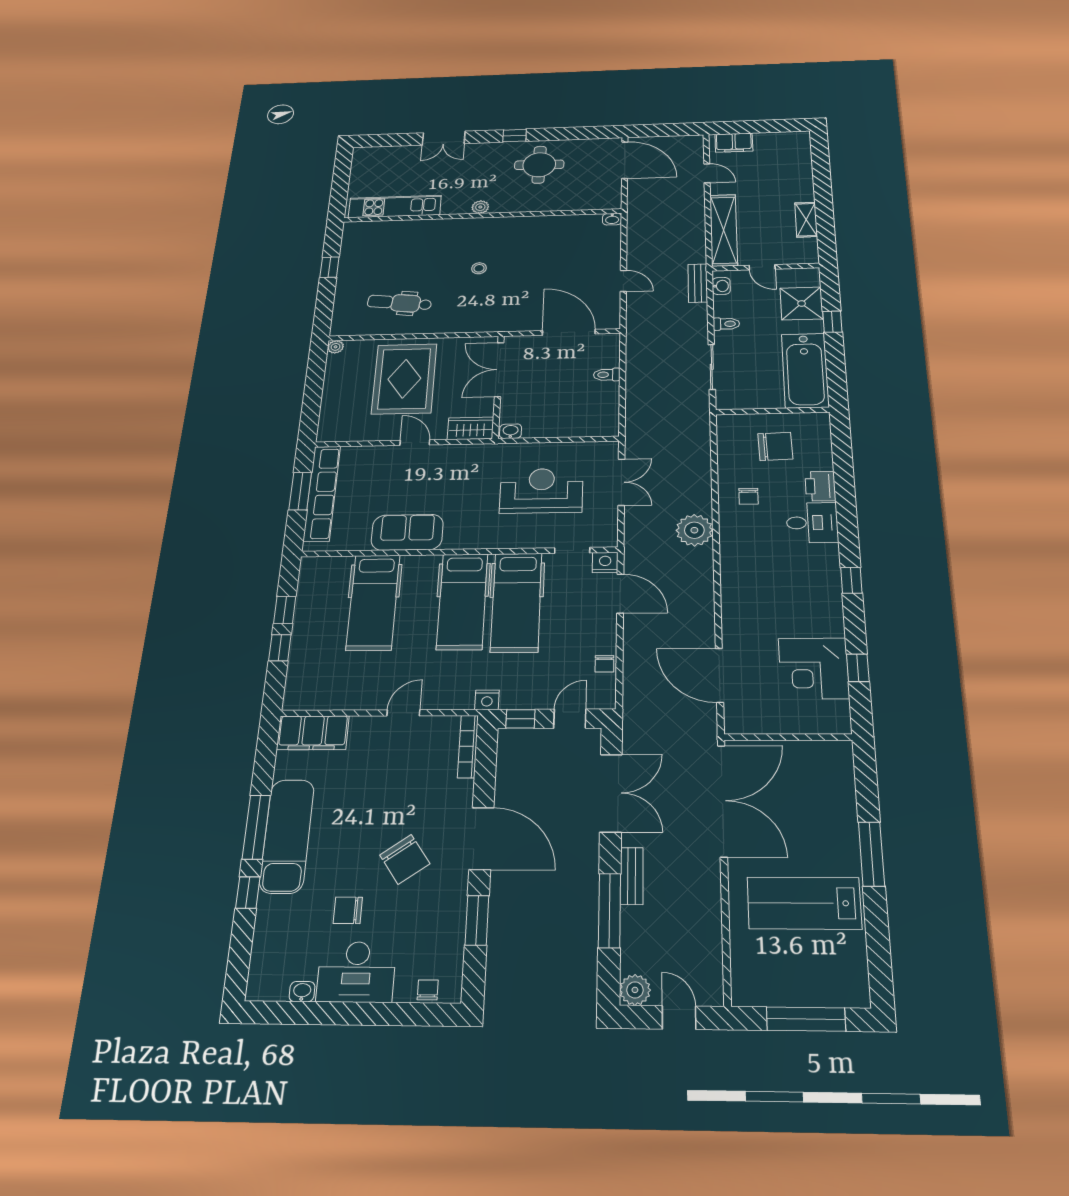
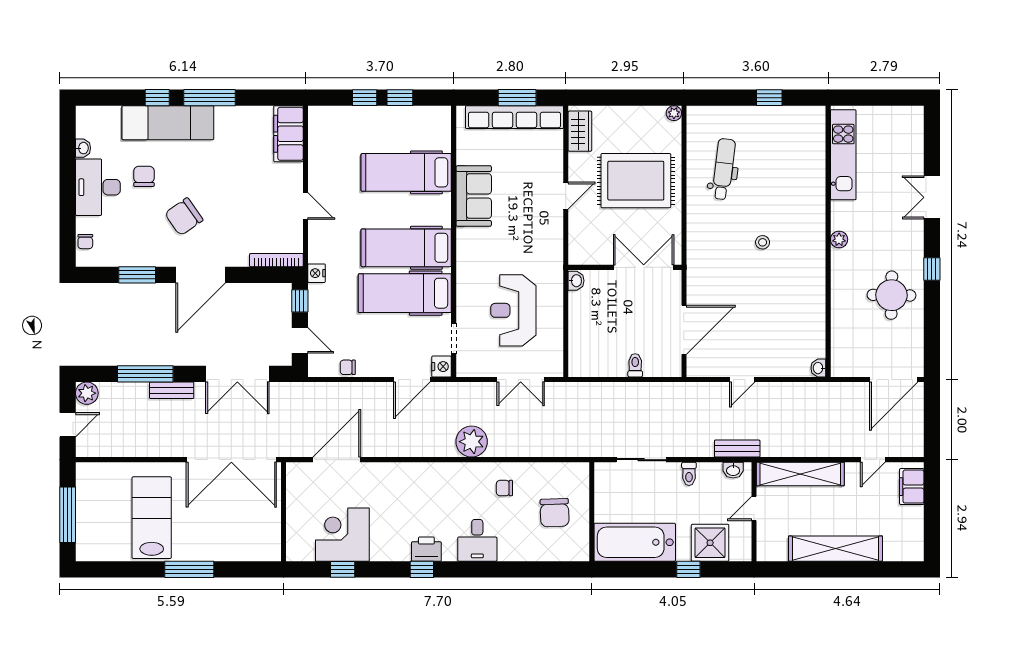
shelving: (806, 220) -> (836, 549), width x2.20, depth x1.33
wardrobe: (471, 428) -> (580, 131), moved
printer: (820, 486) -> (426, 549), moved
reception desk: (541, 491) -> (513, 310), turned 180
exam couch: (287, 836) -> (168, 123), moved
chair: (428, 990) -> (85, 242), turned 90

